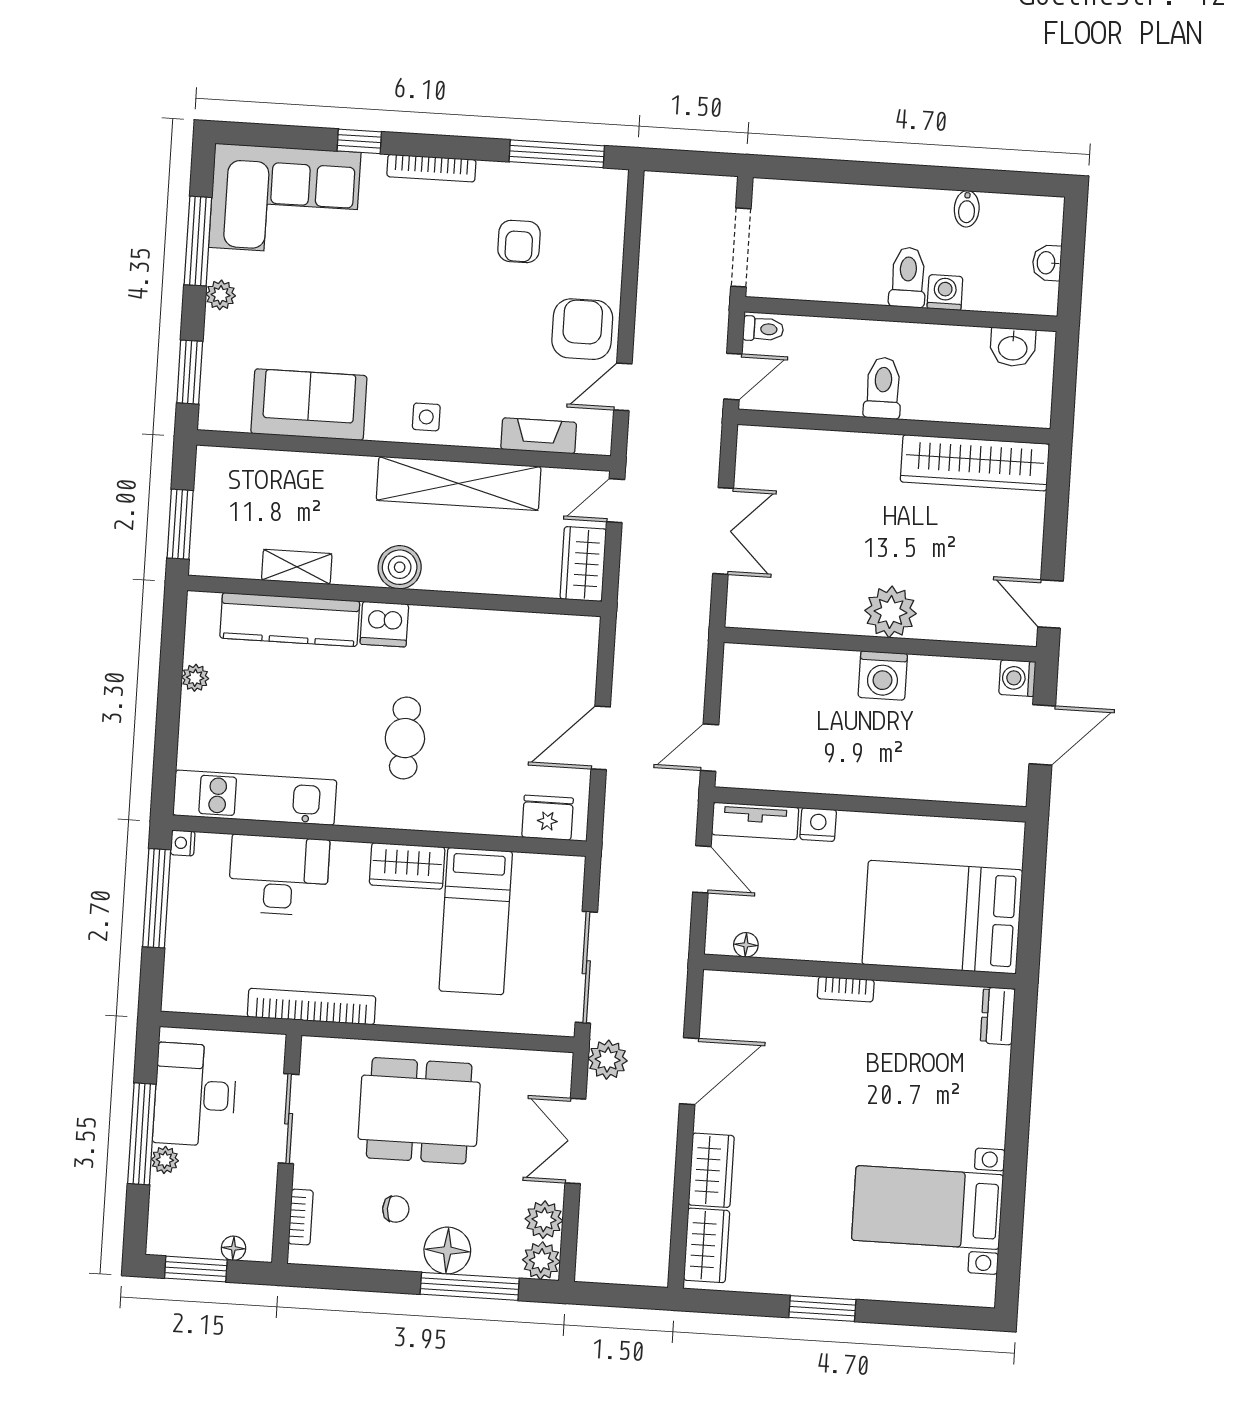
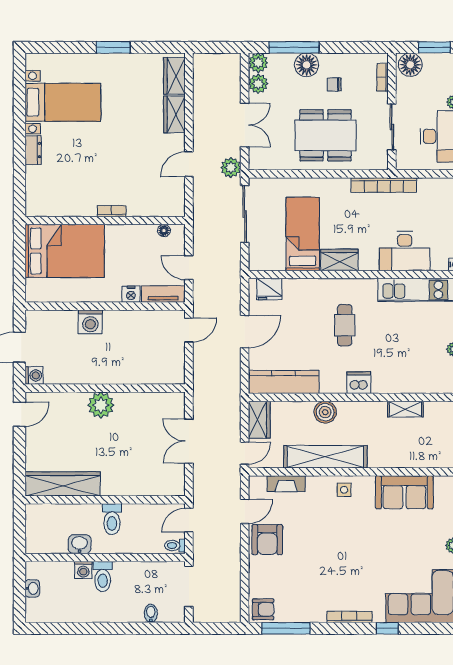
bidet: (967, 209) -> (151, 613), moved
armchair: (519, 241) -> (263, 609), moved, turned 90
washbasin: (1013, 347) -> (80, 544), moved
boiler: (400, 567) -> (325, 412), moved
door: (1050, 604) -> (19, 414), hinge flipped
kitchen counter: (290, 619) -> (284, 382), moved
washing machine: (883, 675) -> (90, 322), moved, turned 180
dresser: (998, 1016) -> (33, 150), moved
door: (689, 1071) -> (189, 164), width x0.73
floor lamp: (233, 1248) -> (410, 65), width x1.89, depth x1.89

